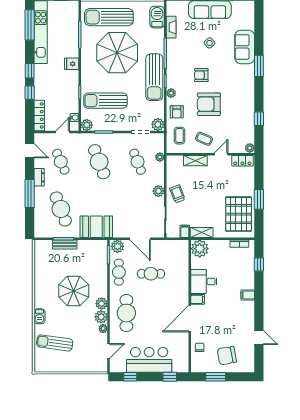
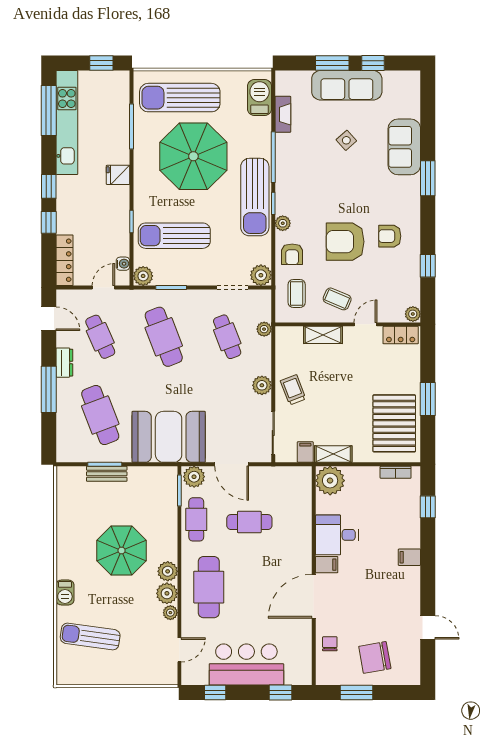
armchair: (201, 75) -> (390, 236), moved
booth: (96, 227) -> (169, 437), width x1.36, depth x1.42

